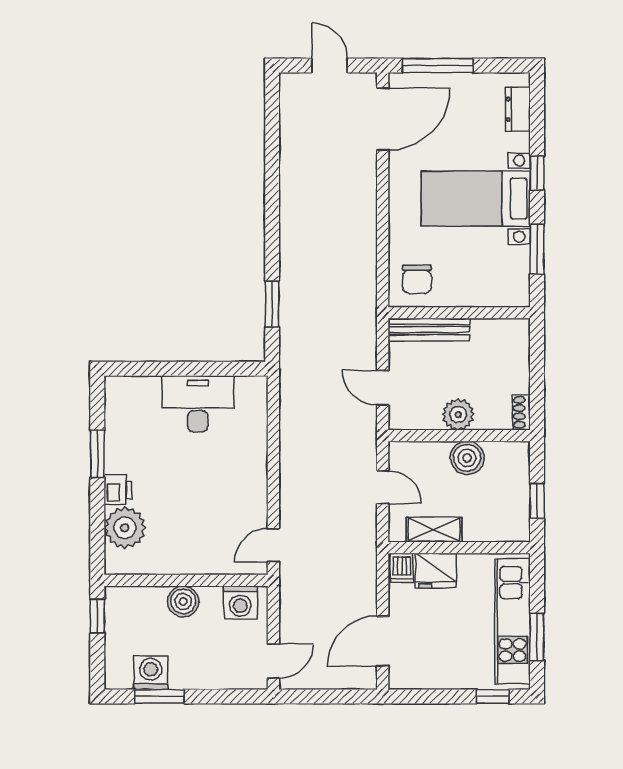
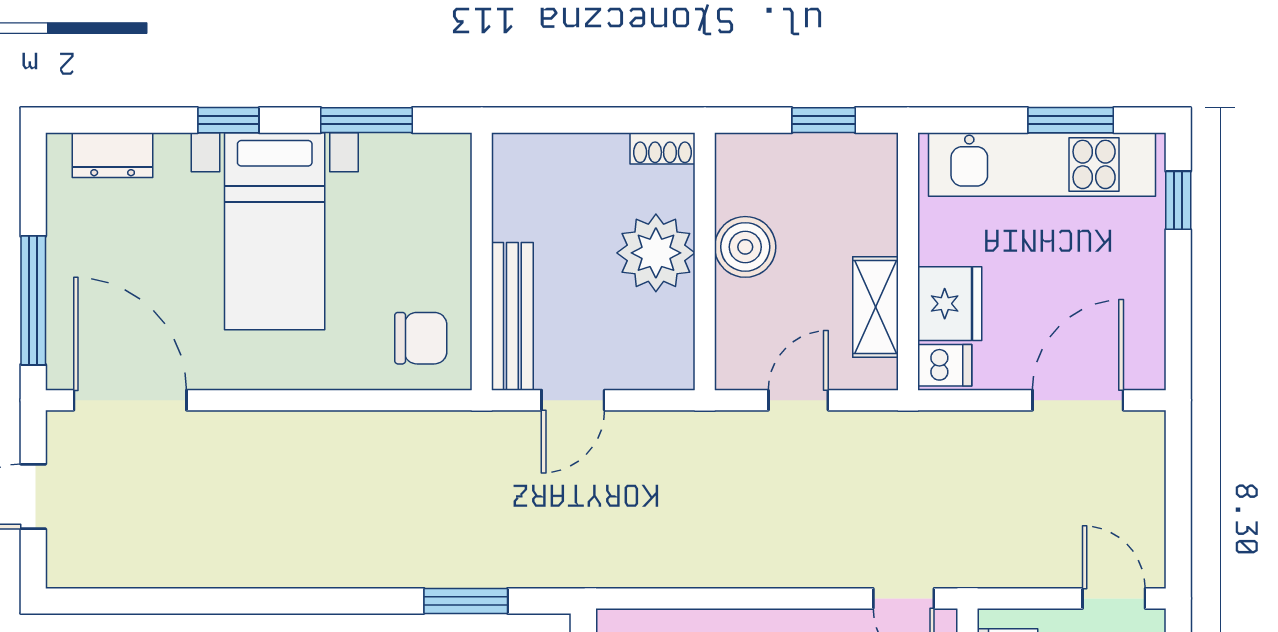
door: (383, 388) -> (573, 400), moved
plant: (458, 414) -> (656, 253), width x1.36, depth x1.36
door: (383, 641) -> (1078, 400), swing flipped

